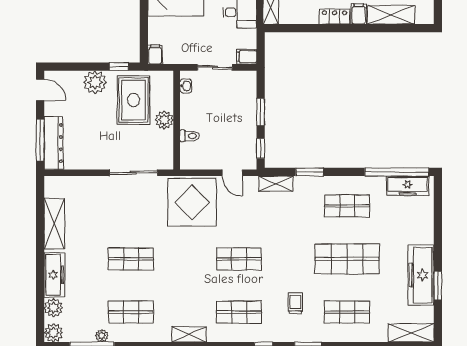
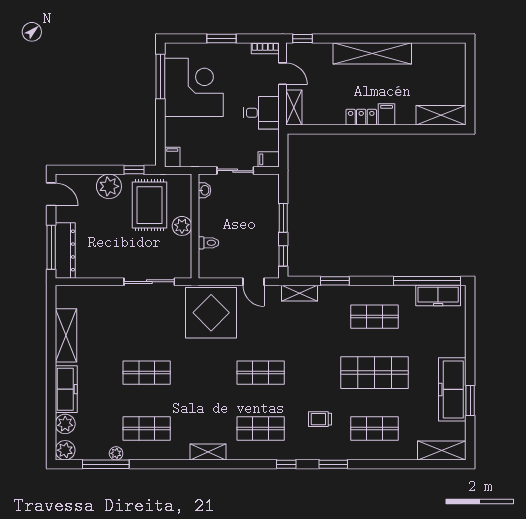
shelving: (391, 15) -> (441, 115), moved
trolley: (295, 303) -> (320, 419), turned -90

